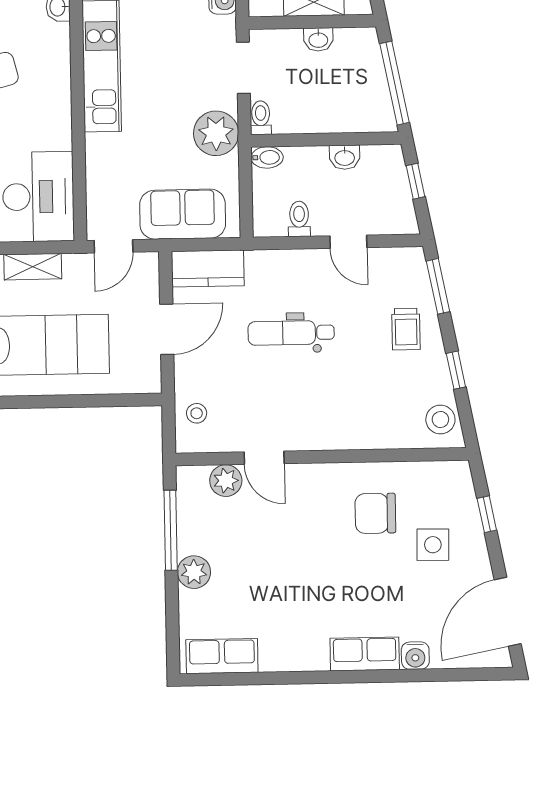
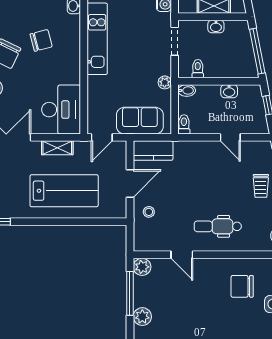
toilet: (261, 118) -> (198, 69), moved
plant: (216, 133) -> (165, 82), width x0.53, depth x0.53
toilet: (299, 219) -> (184, 124), moved
dental chair: (291, 333) -> (218, 226), moved
stool: (197, 413) -> (149, 212), moved
plant: (226, 481) -> (142, 267), moved

